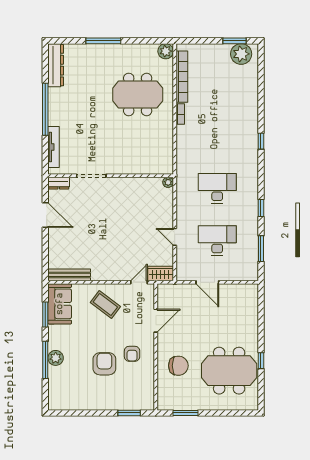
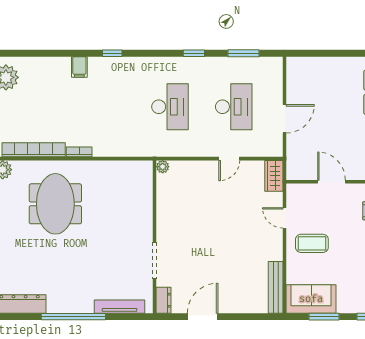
filing cabinet: (250, 114) -> (79, 67), added
desk: (217, 188) -> (170, 107), turned 180
desk: (217, 240) -> (234, 107), turned 180
door: (139, 282) -> (285, 218), moved
coffee table: (105, 305) -> (312, 243), turned 53

